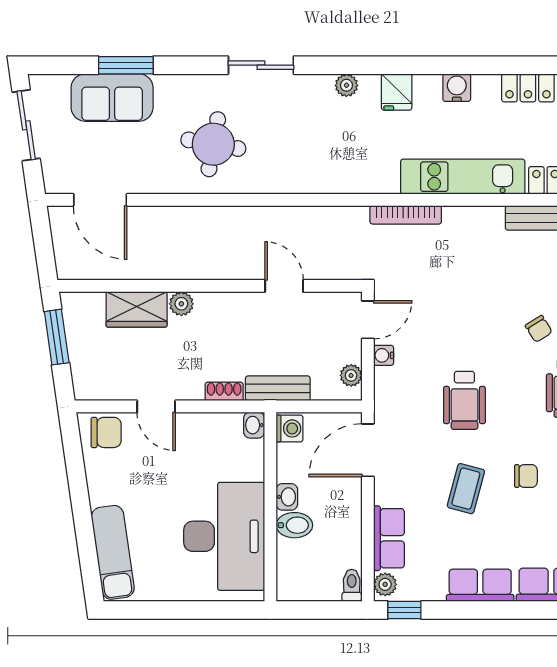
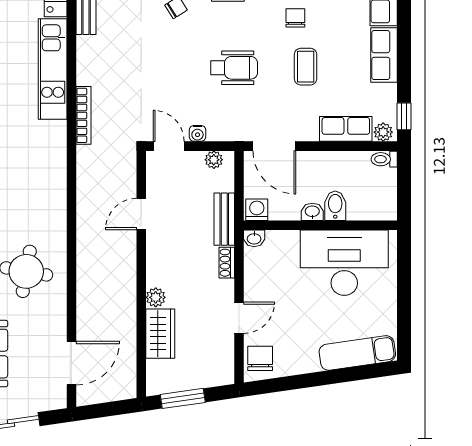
coffee table: (466, 489) -> (306, 67), turned 75

